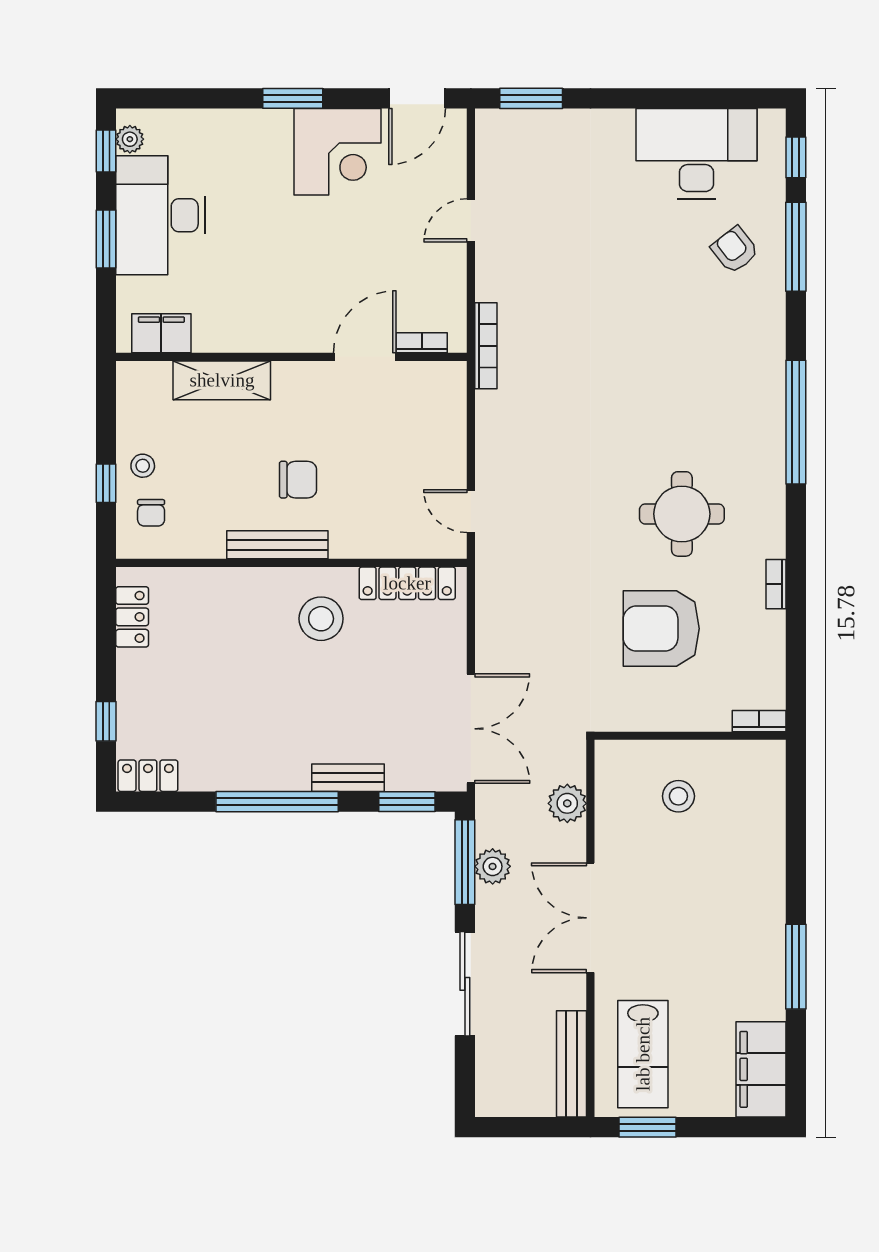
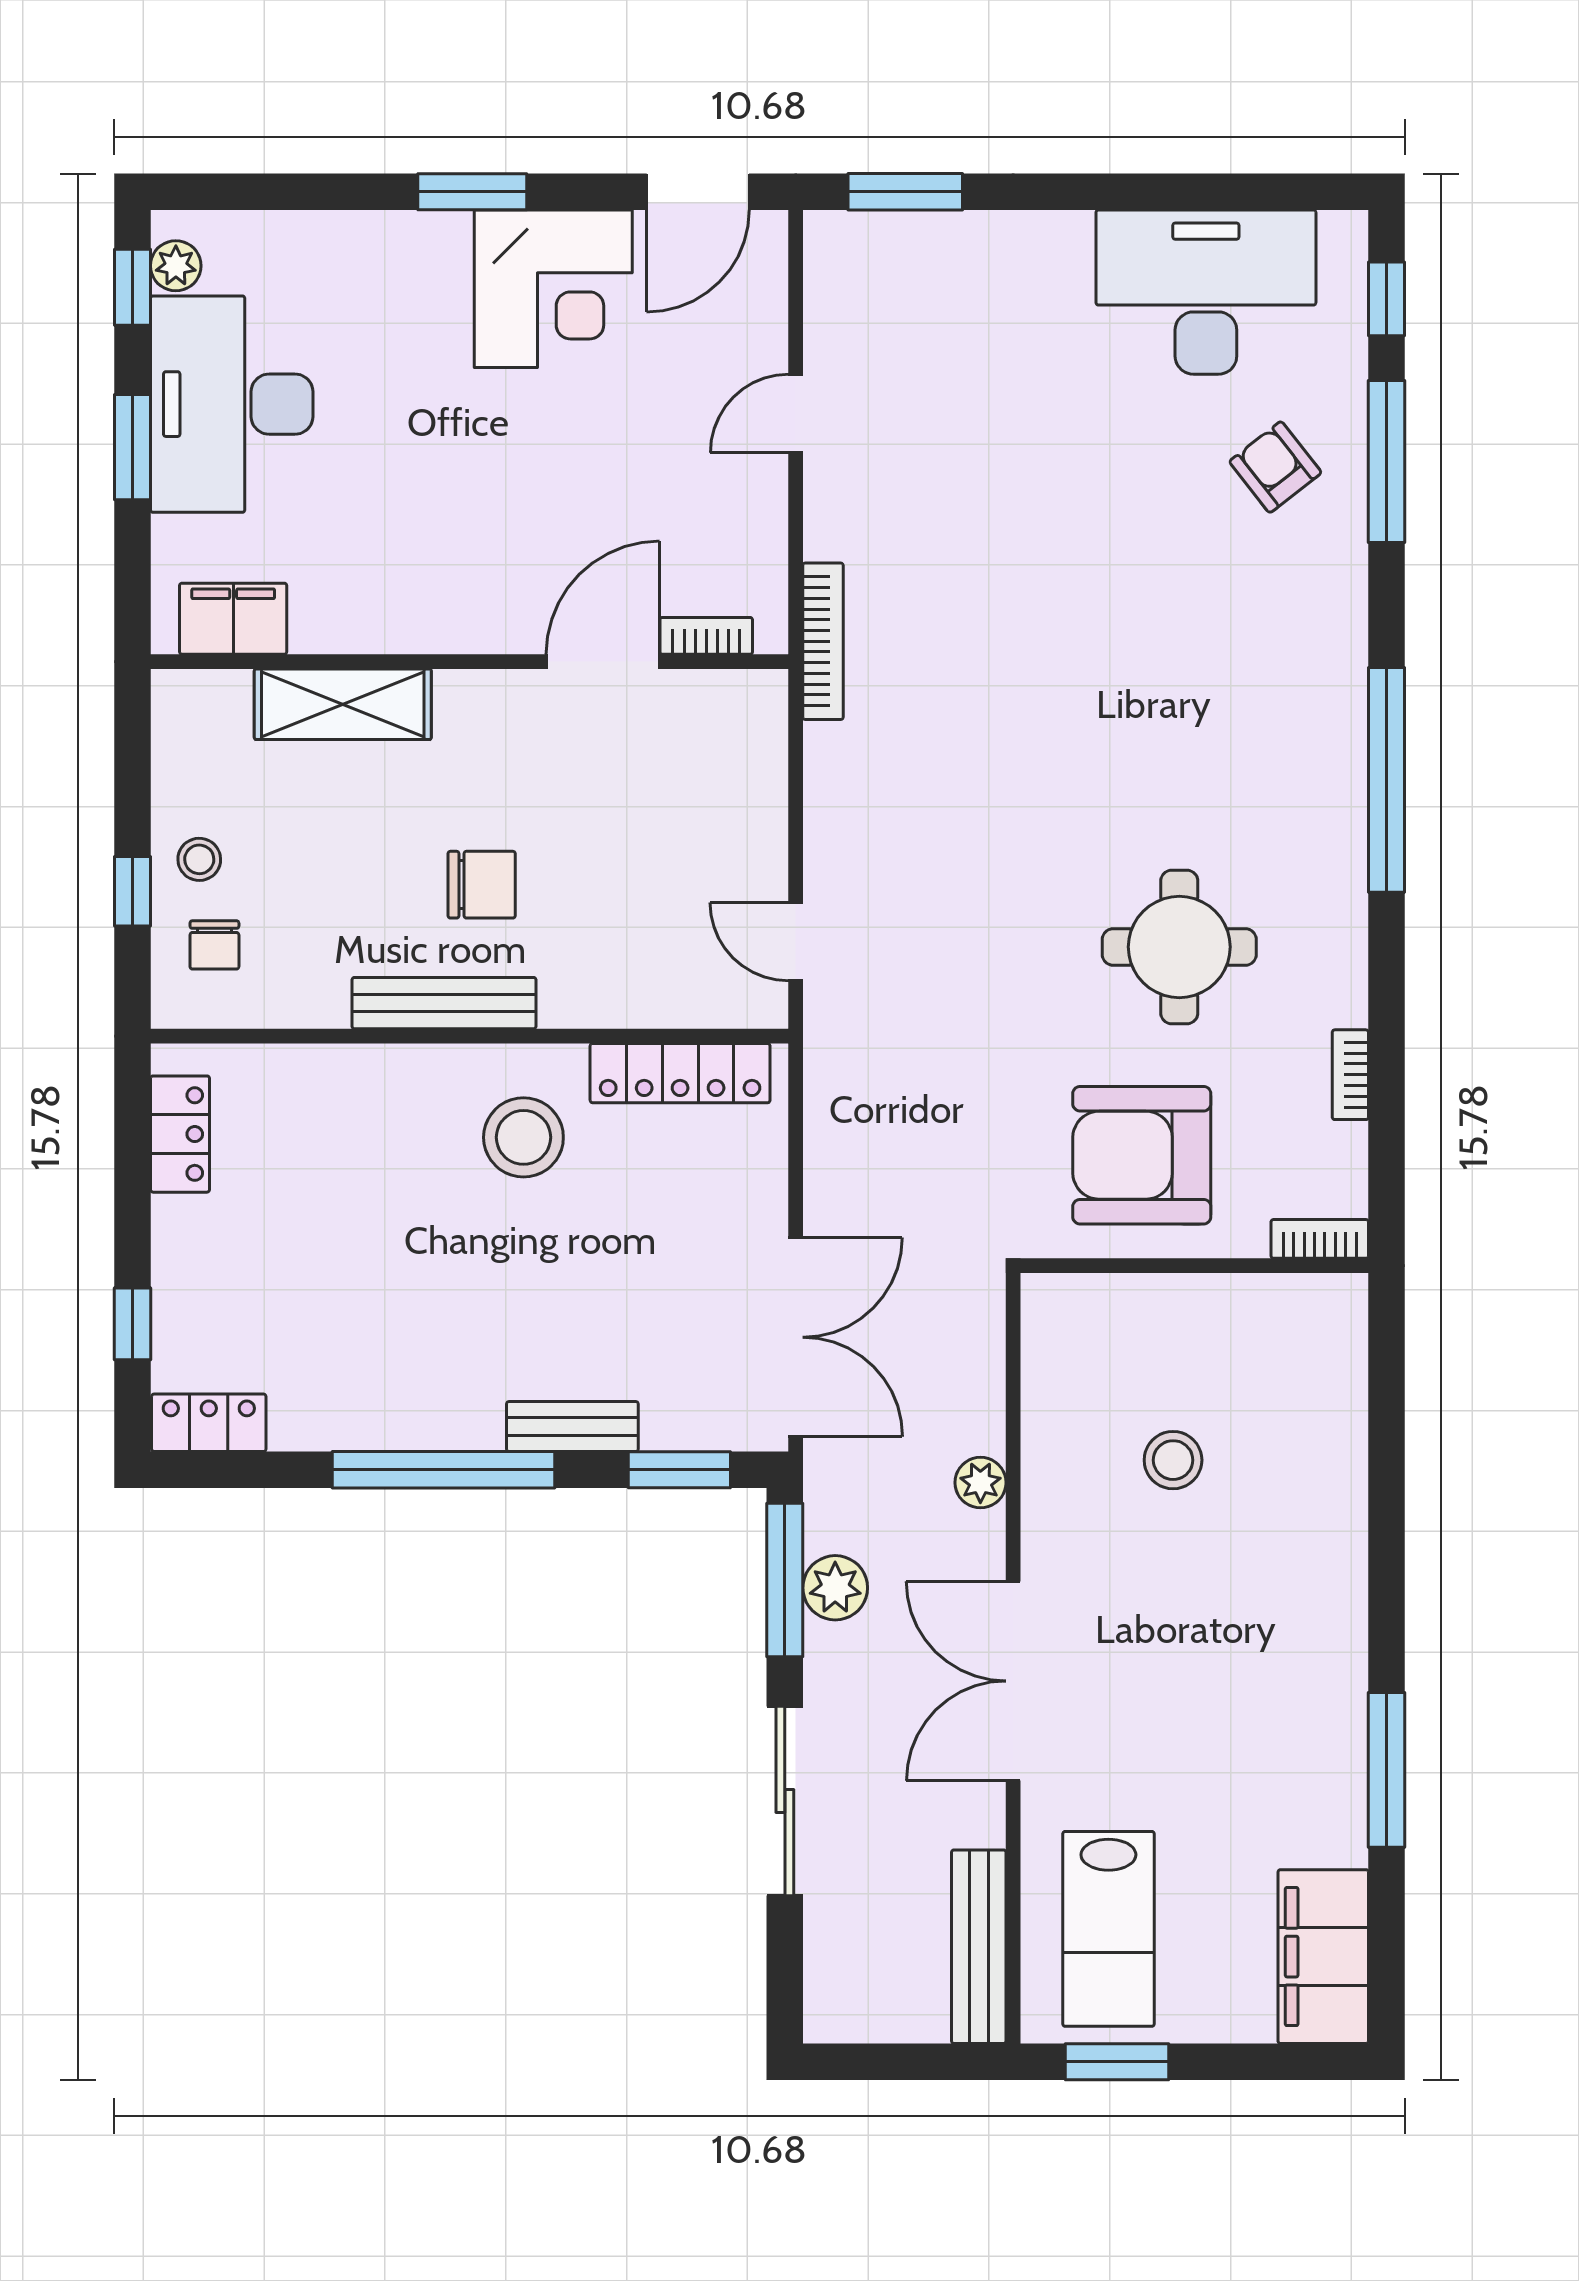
bookcase: (759, 721) -> (1320, 1239), moved
wall: (690, 736) -> (1194, 1266), moved
plant: (567, 803) -> (980, 1483), width x0.73, depth x0.73

